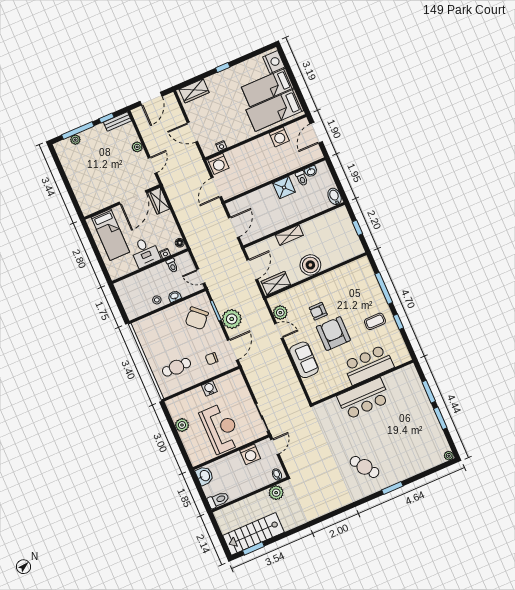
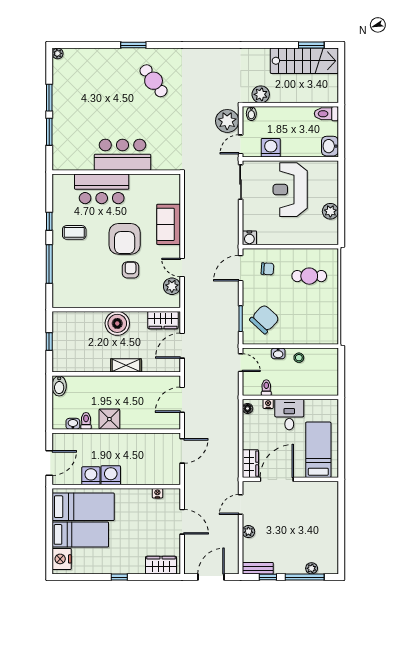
washing machine: (218, 164) -> (111, 475), moved
armchair: (318, 311) -> (131, 270), turned -90
plant: (232, 319) -> (227, 121), moved
water cooler: (209, 388) -> (249, 238), moved

